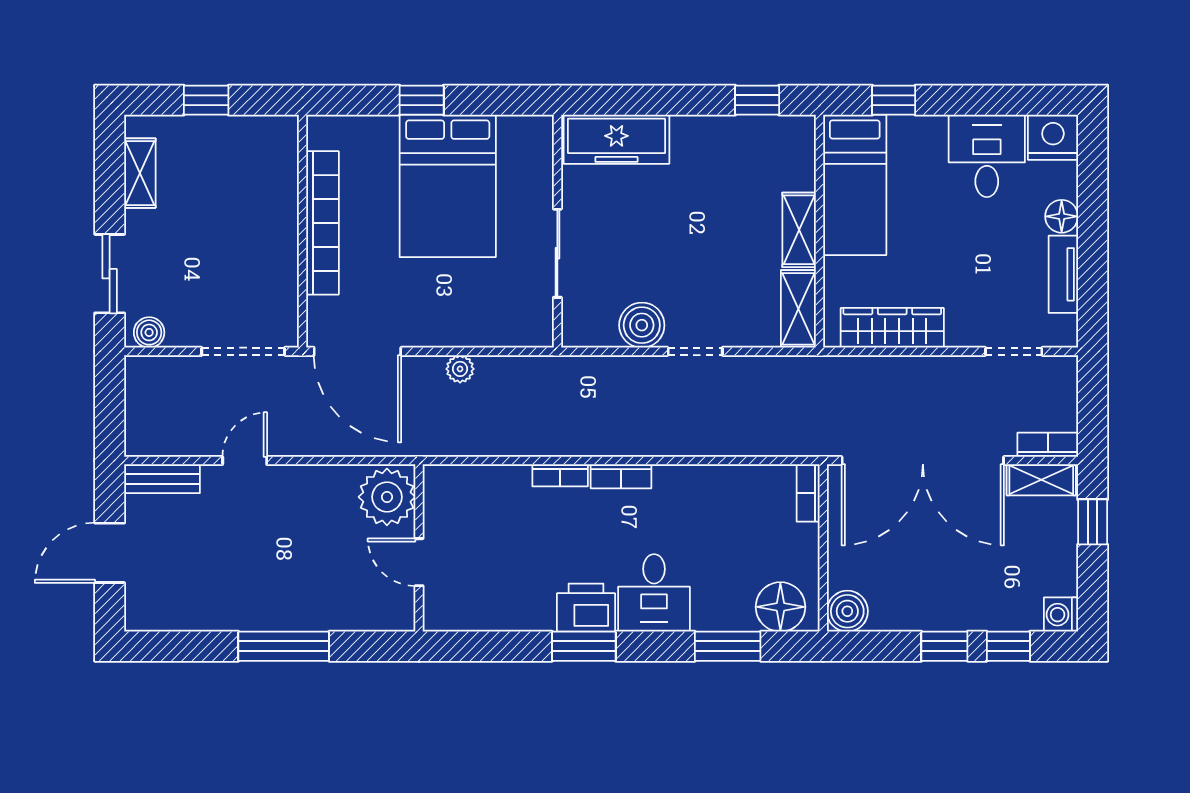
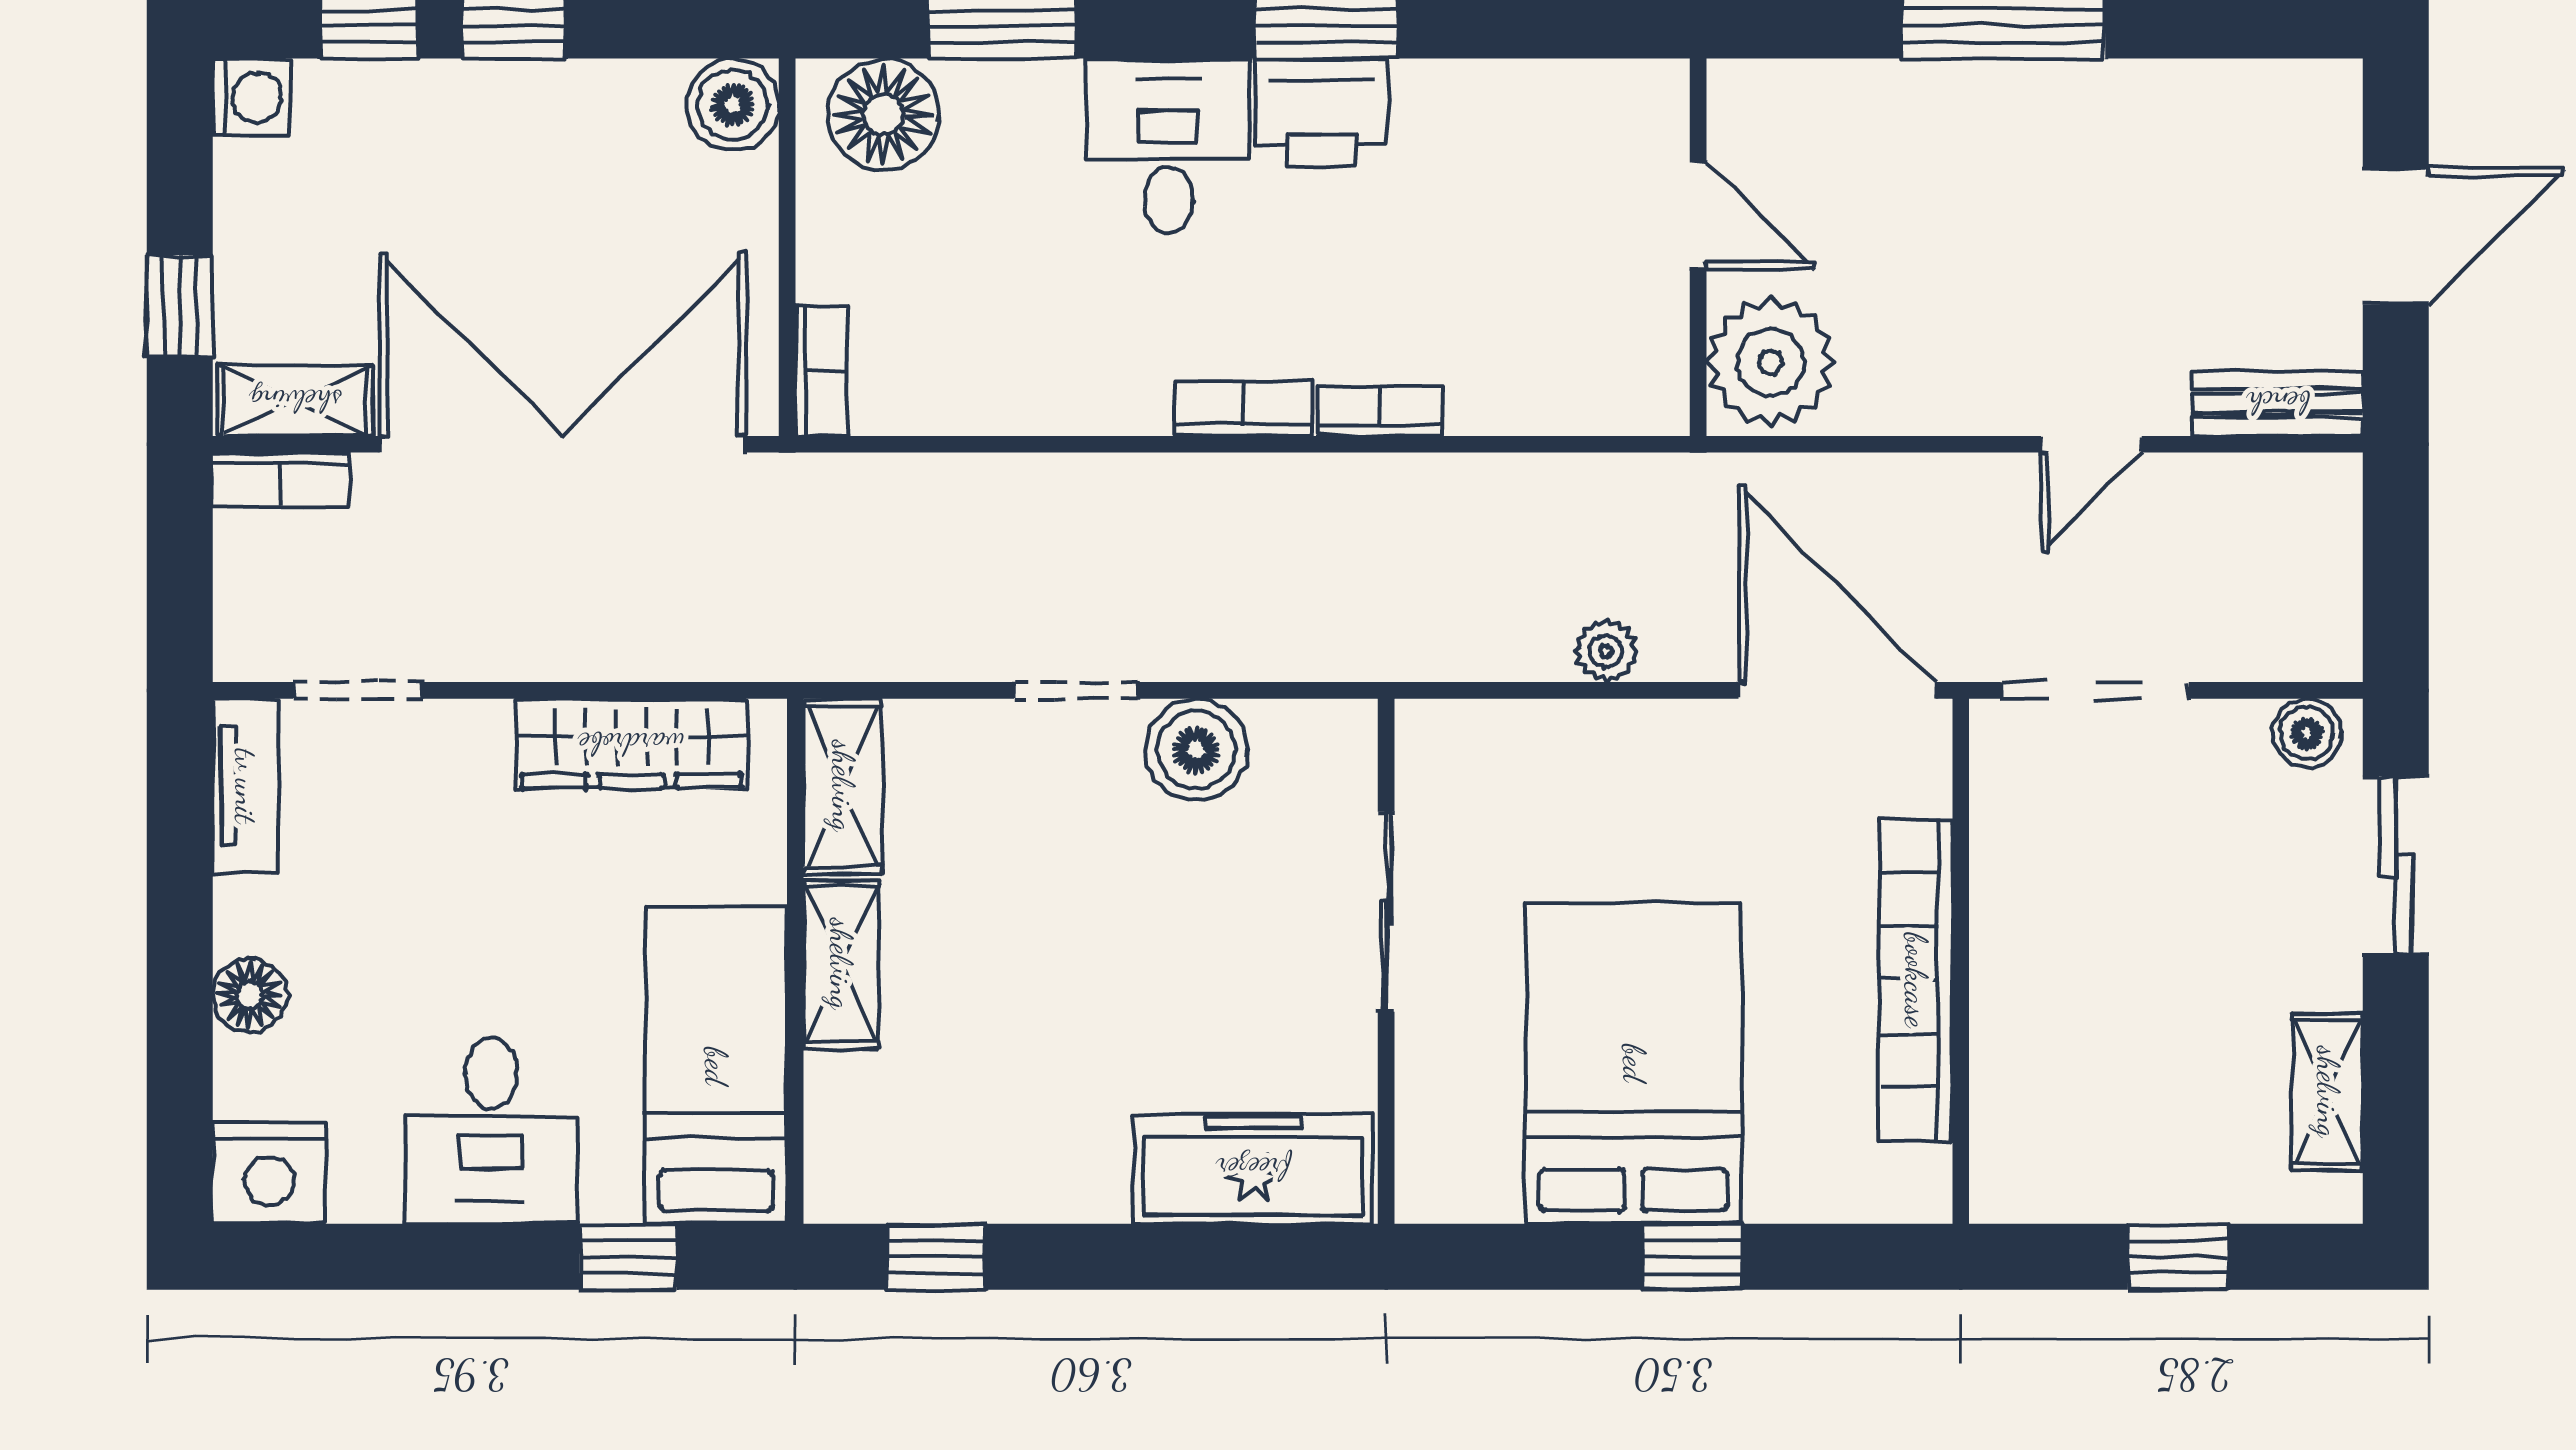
desk: (987, 156) -> (491, 1131), moved
tv unit: (1063, 274) -> (246, 786), moved

